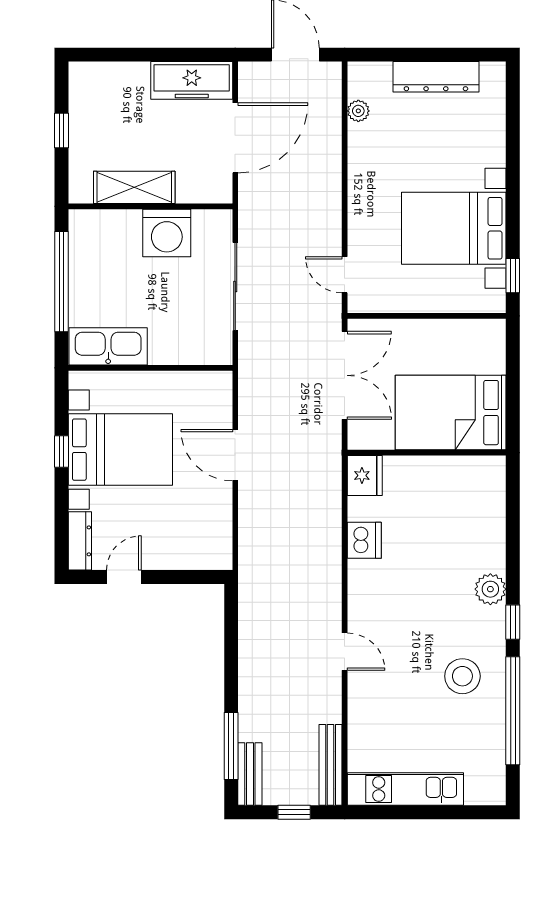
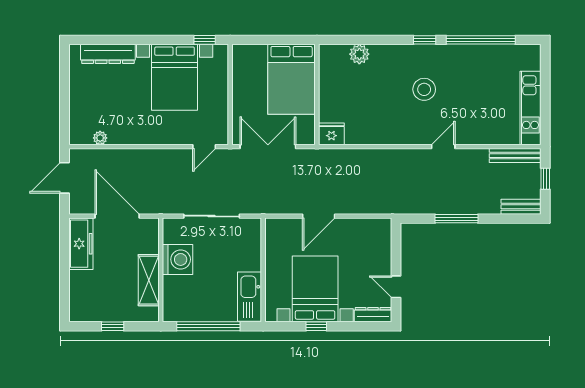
dresser: (436, 77) -> (108, 54), moved, turned 90
dishwasher: (364, 540) -> (373, 134), removed
plant: (490, 589) -> (359, 54), moved
stool: (462, 676) -> (424, 89), moved
window: (231, 746) -> (456, 219), moved

